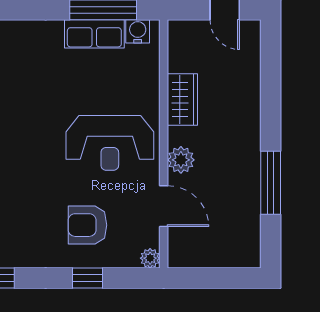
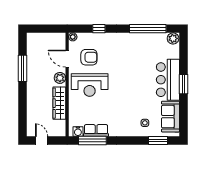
wardrobe: (182, 99) -> (59, 103), width x1.50
reception desk: (110, 143) -> (90, 85), turned 180
armchair: (87, 225) -> (89, 57), moved

